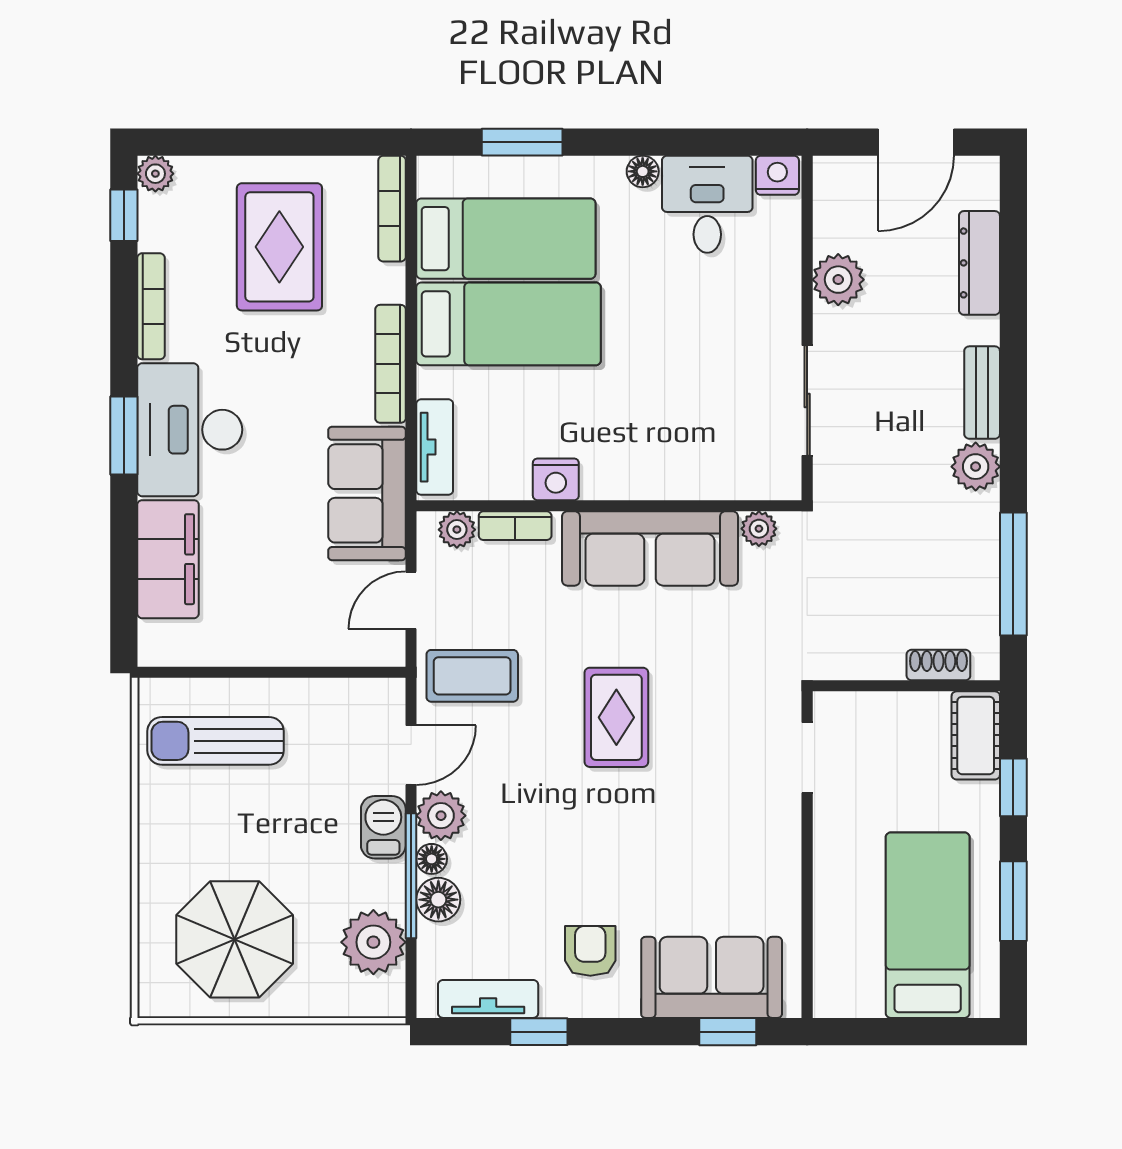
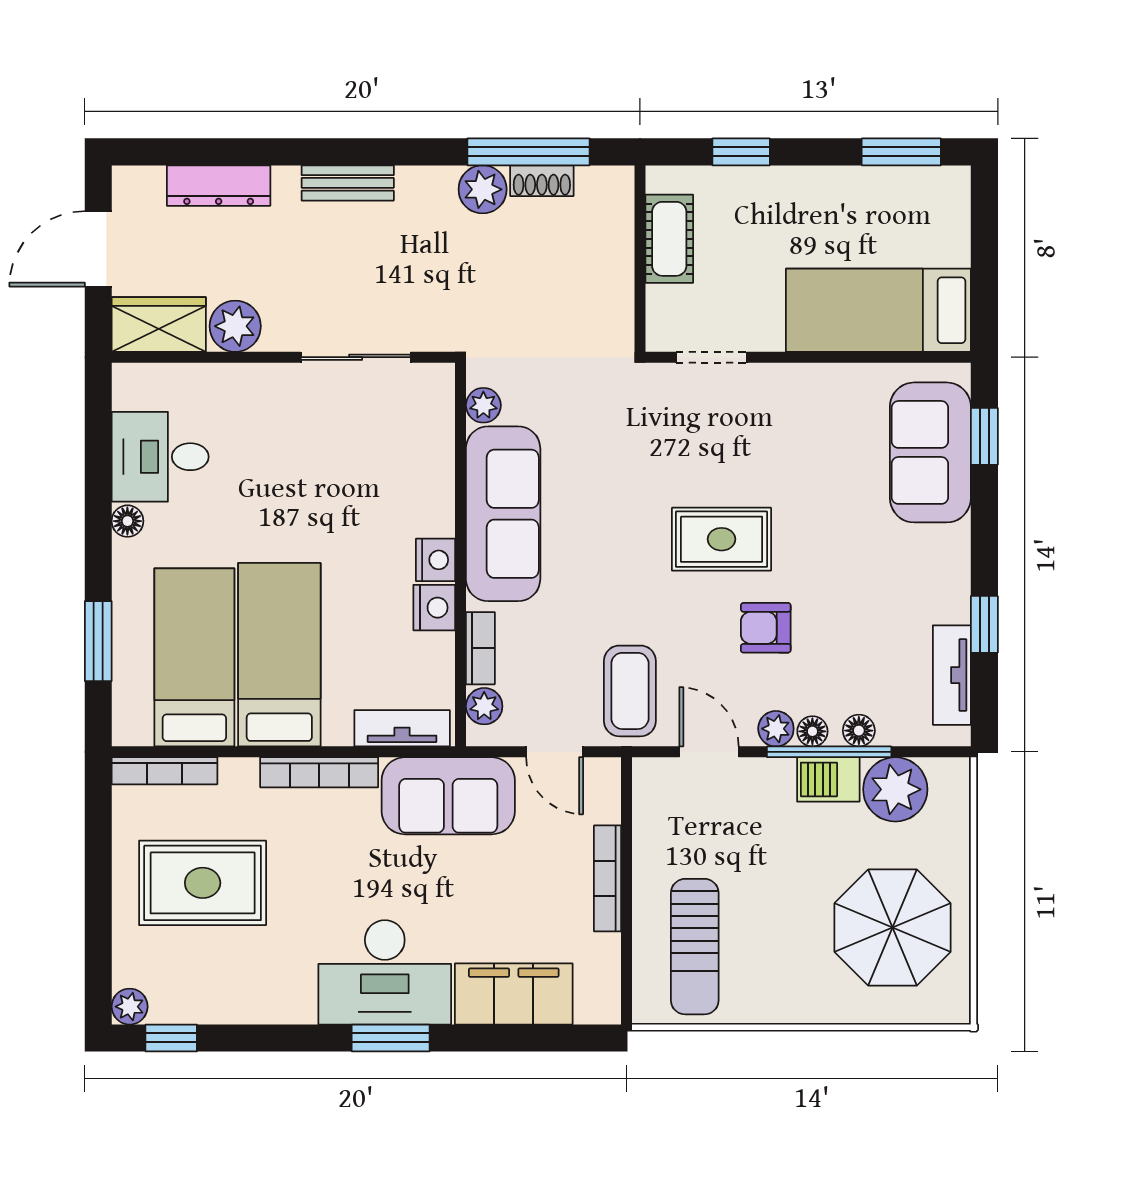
door: (916, 142) -> (98, 249), swing flipped
nightstand: (777, 175) -> (436, 560), moved, turned 180
wardrobe: (840, 203) -> (159, 325), added
bookcase: (151, 306) -> (608, 878), moved, turned -90
plant: (976, 467) -> (483, 189), moved
shoe rack: (938, 665) -> (542, 181), moved, turned -90
rug: (616, 717) -> (722, 539), moved
cot: (976, 735) -> (669, 239), moved, turned 90
plant: (441, 816) -> (776, 729), width x0.73, depth x0.73
barbecue: (383, 827) -> (828, 779), moved
floor lamp: (438, 900) -> (859, 731), width x0.73, depth x0.73
window: (1013, 901) -> (901, 152), moved
bed: (928, 925) -> (878, 310), moved
armchair: (590, 951) -> (766, 628), moved

